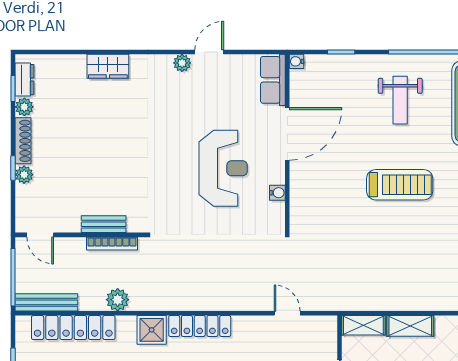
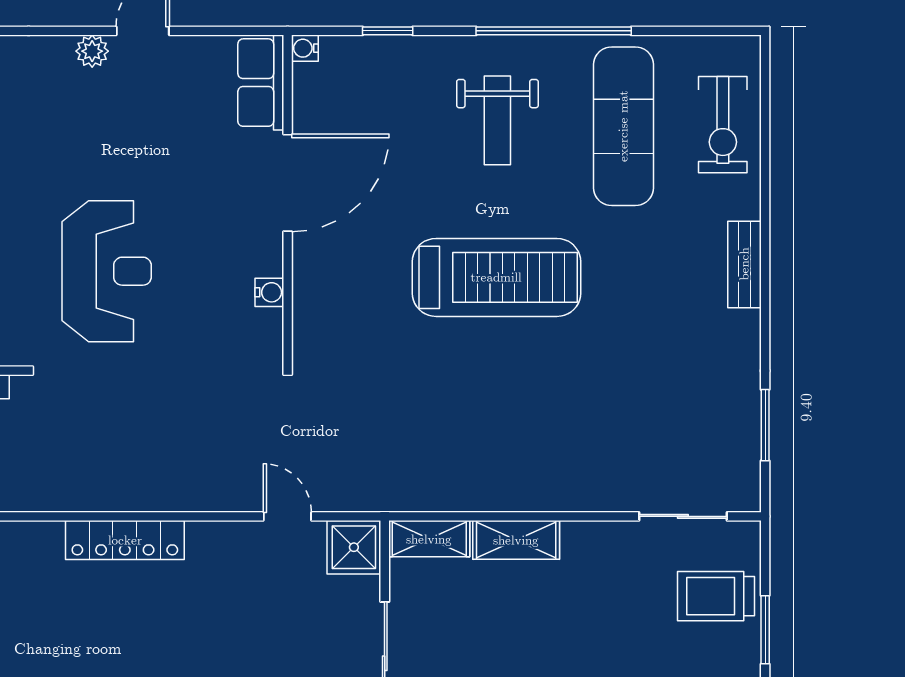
reception desk: (223, 168) -> (107, 271), moved
treadmill: (400, 185) -> (496, 277), width x1.37, depth x1.38
shower: (152, 330) -> (354, 547), moved

